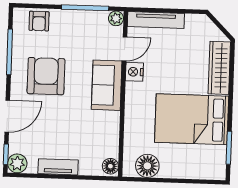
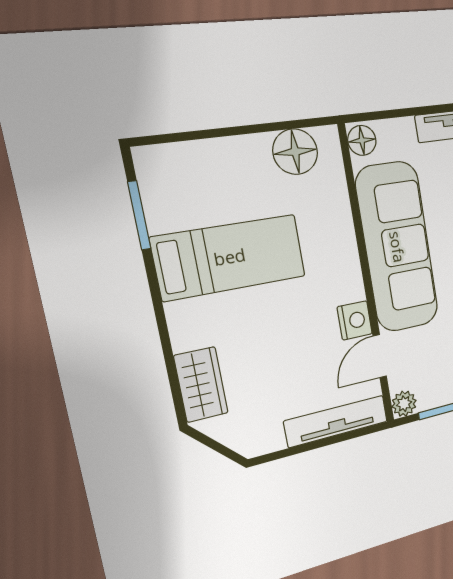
wardrobe: (219, 68) -> (201, 384), width x0.67
sofa: (107, 85) -> (397, 247), width x1.85, depth x1.27
bed: (192, 119) -> (230, 257), width x0.67

